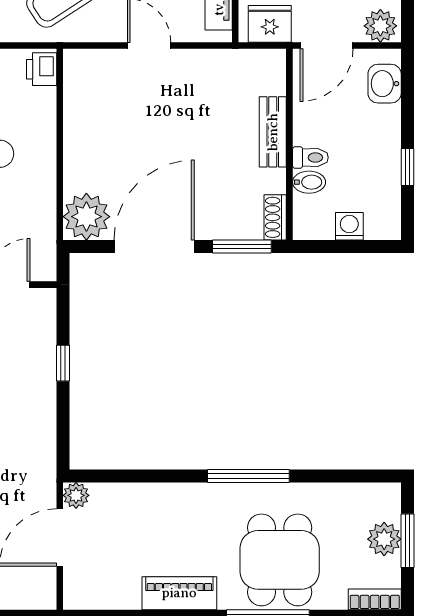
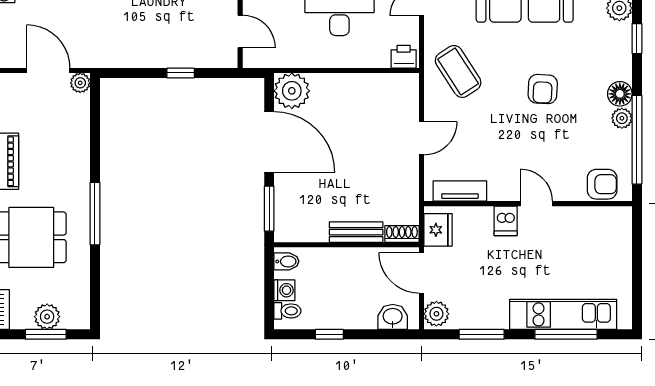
toilet: (310, 157) -> (287, 311), moved, turned -90
bidet: (309, 182) -> (286, 261), moved, turned -90
shoe rack: (275, 217) -> (402, 234), moved

